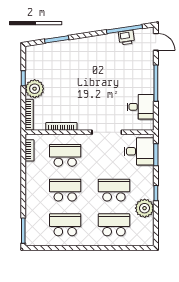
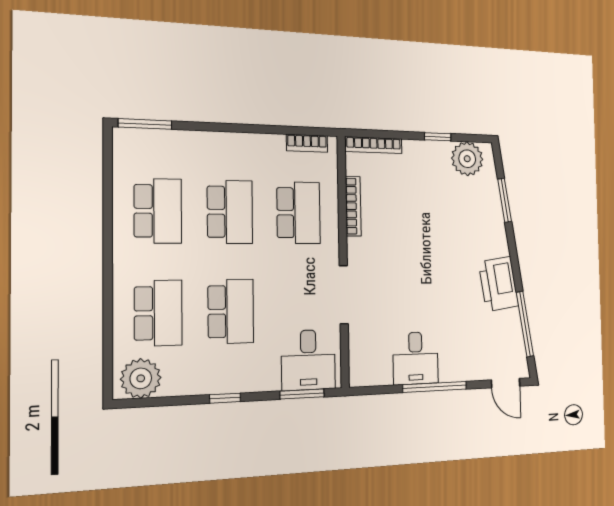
printer: (126, 38) -> (499, 284), moved, width x1.87, depth x1.48
door: (156, 42) -> (506, 383), hinge flipped
plant: (35, 89) -> (467, 159), moved
desk: (140, 107) -> (416, 358), moved
plant: (145, 208) -> (141, 378), moved

